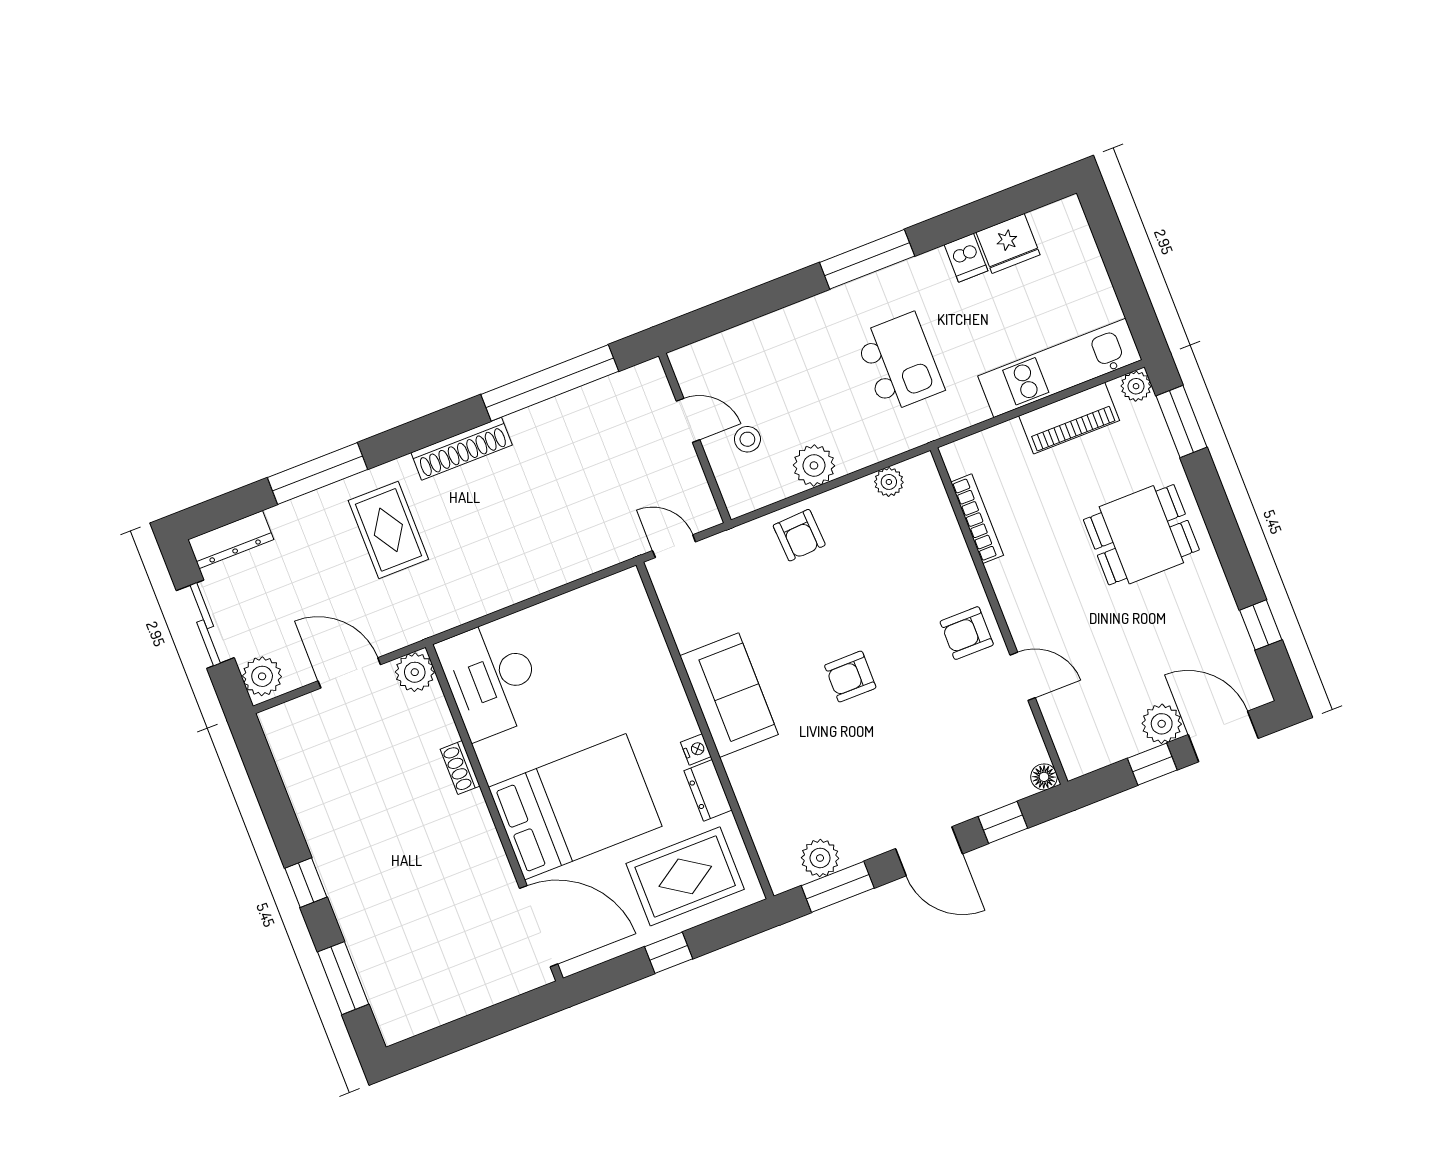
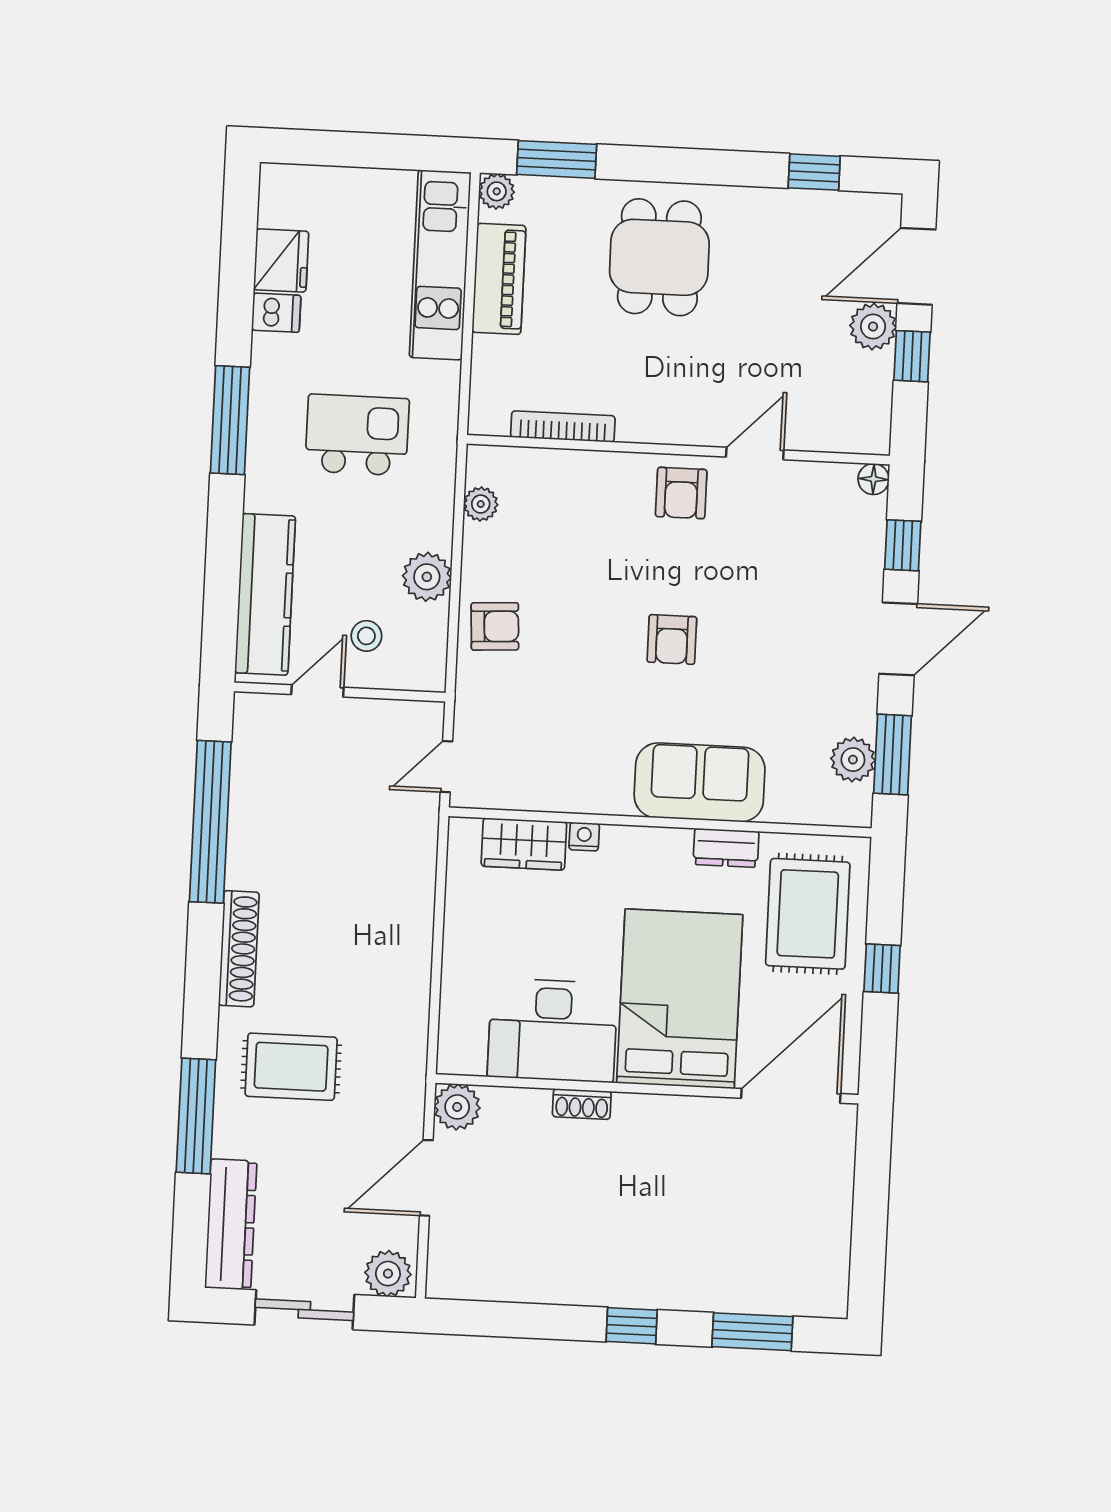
kitchen counter: (745, 347) -> (265, 594), added
dresser: (231, 540) -> (231, 1224), width x1.37, depth x1.24
wardrobe: (641, 633) -> (524, 844), added
desk: (491, 679) -> (552, 1030), moved
sofa: (729, 695) -> (700, 782), moved
nightstand: (696, 749) -> (584, 837), moved

